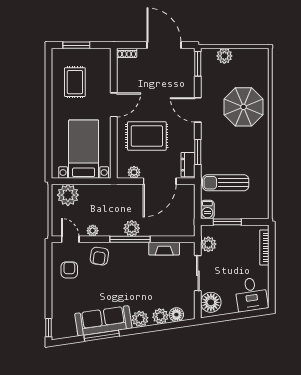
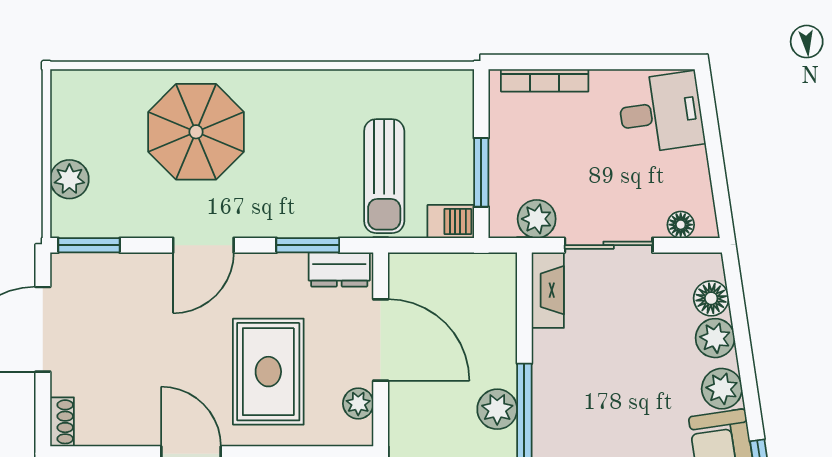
fireplace: (164, 249) -> (548, 290), moved
floor lamp: (211, 302) -> (681, 225), width x0.53, depth x0.53

